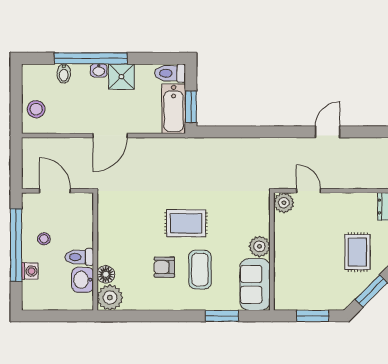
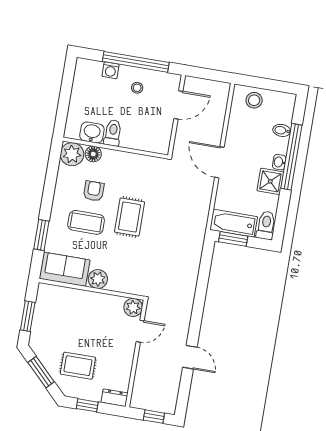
wall: (95, 252) -> (115, 148), moved
toilet: (79, 257) -> (113, 133), moved
floor lamp: (106, 274) -> (93, 154), moved
washbasin: (83, 280) -> (92, 132), moved
plant: (110, 298) -> (72, 154), moved

